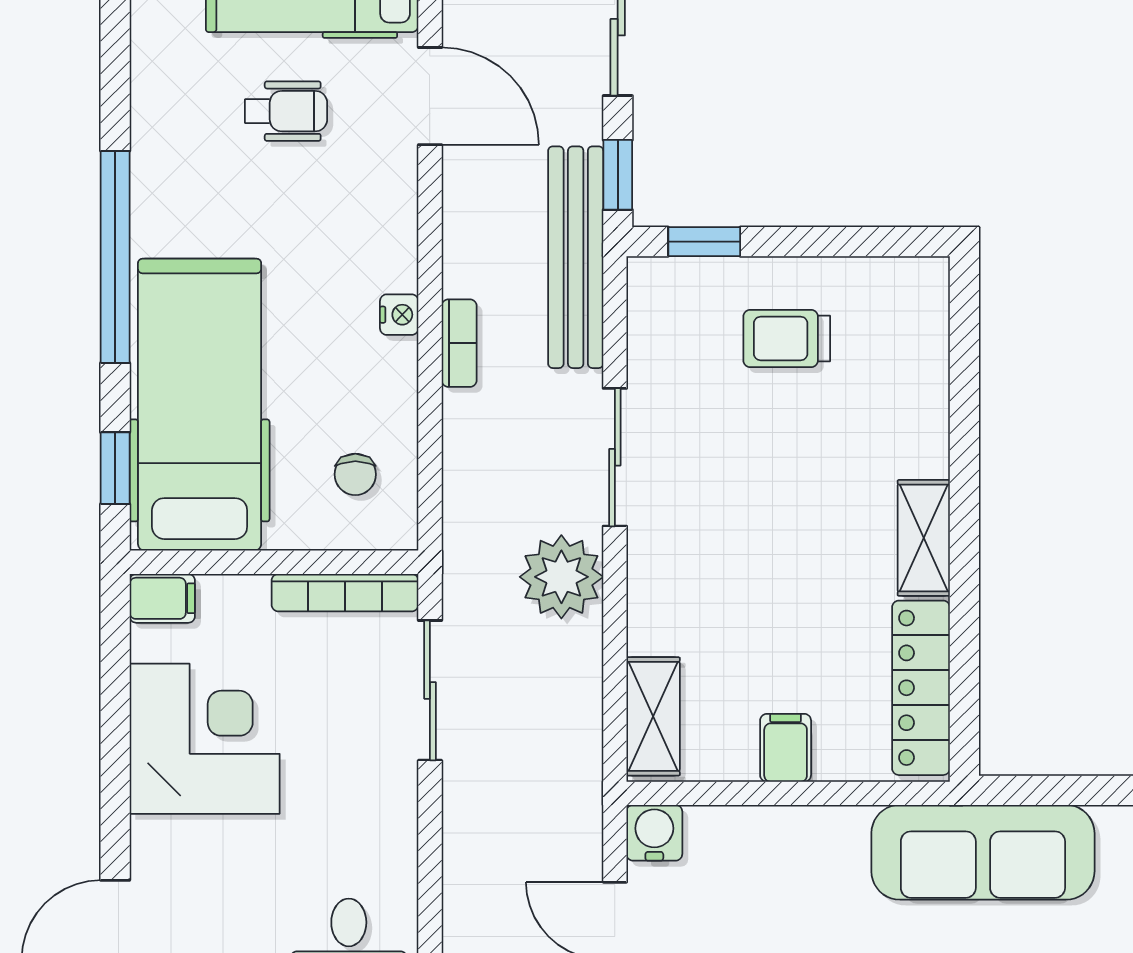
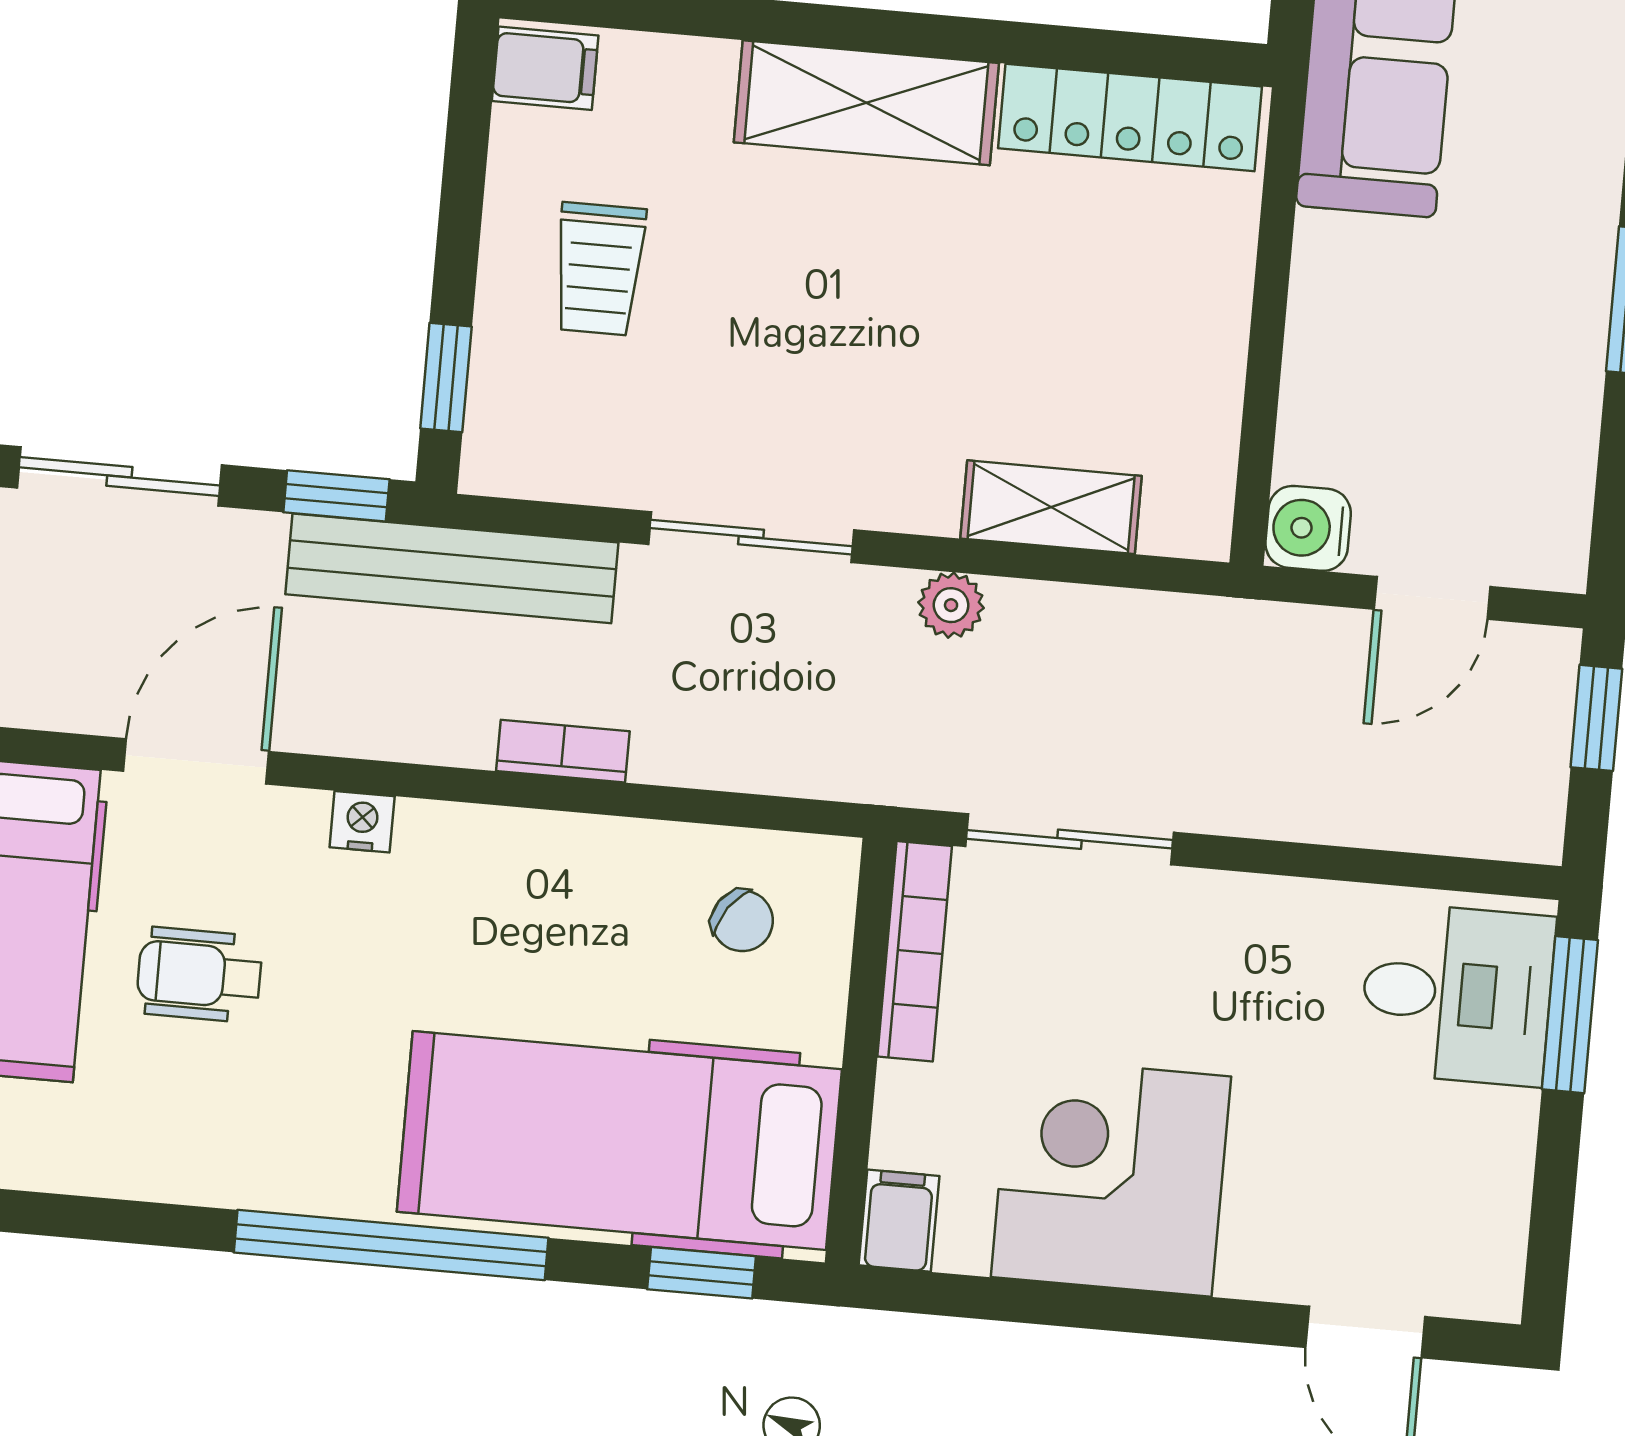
wheelchair: (286, 111) -> (199, 975), turned -90
nightstand: (399, 315) -> (362, 822), moved
chair: (355, 474) -> (742, 921), turned 35
shelving: (924, 538) -> (866, 103), width x1.50, depth x1.33
plant: (561, 577) -> (951, 605), width x0.53, depth x0.53
shelving: (653, 716) -> (1051, 507), moved
filing cabinet: (786, 748) -> (545, 68), moved, turned 180

